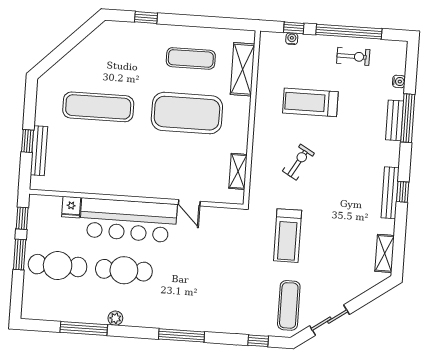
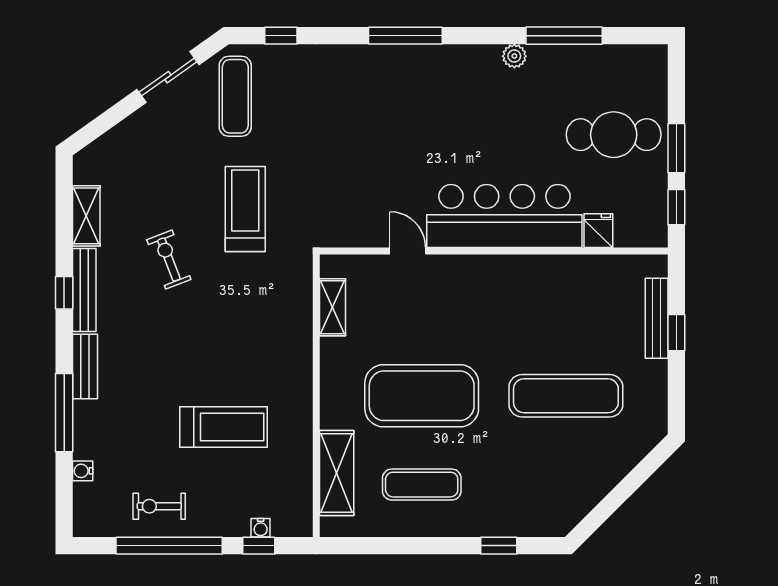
bench: (395, 120) -> (85, 366), moved
exercise bike: (298, 162) -> (169, 260), moved, turned 129
shelving: (385, 253) -> (86, 216), moved
cafe table: (124, 270) -> (506, 135), removed

